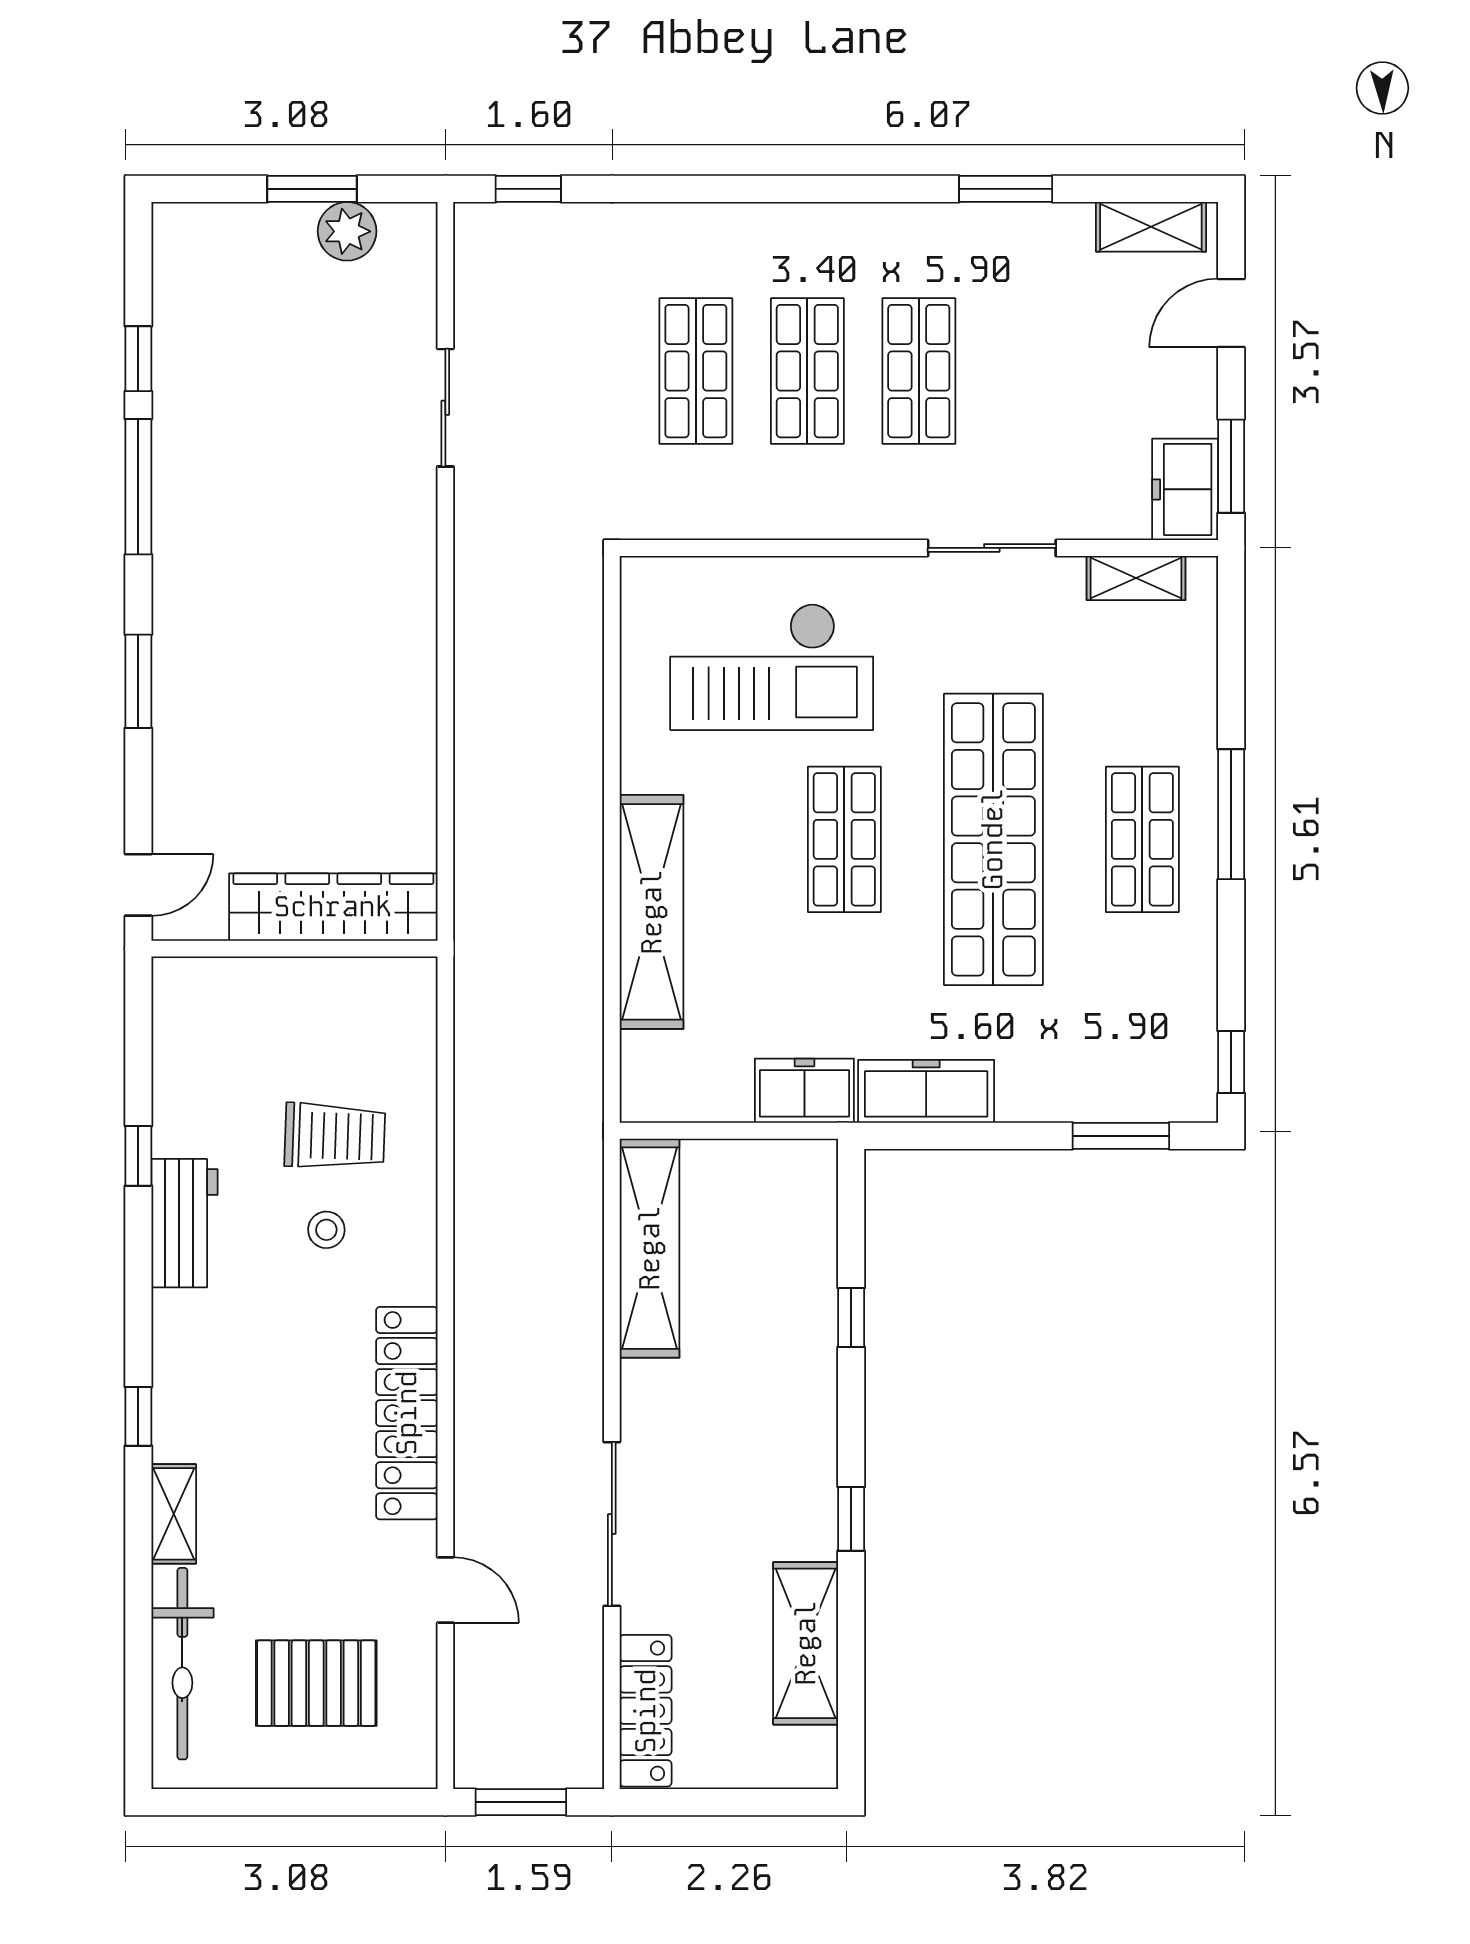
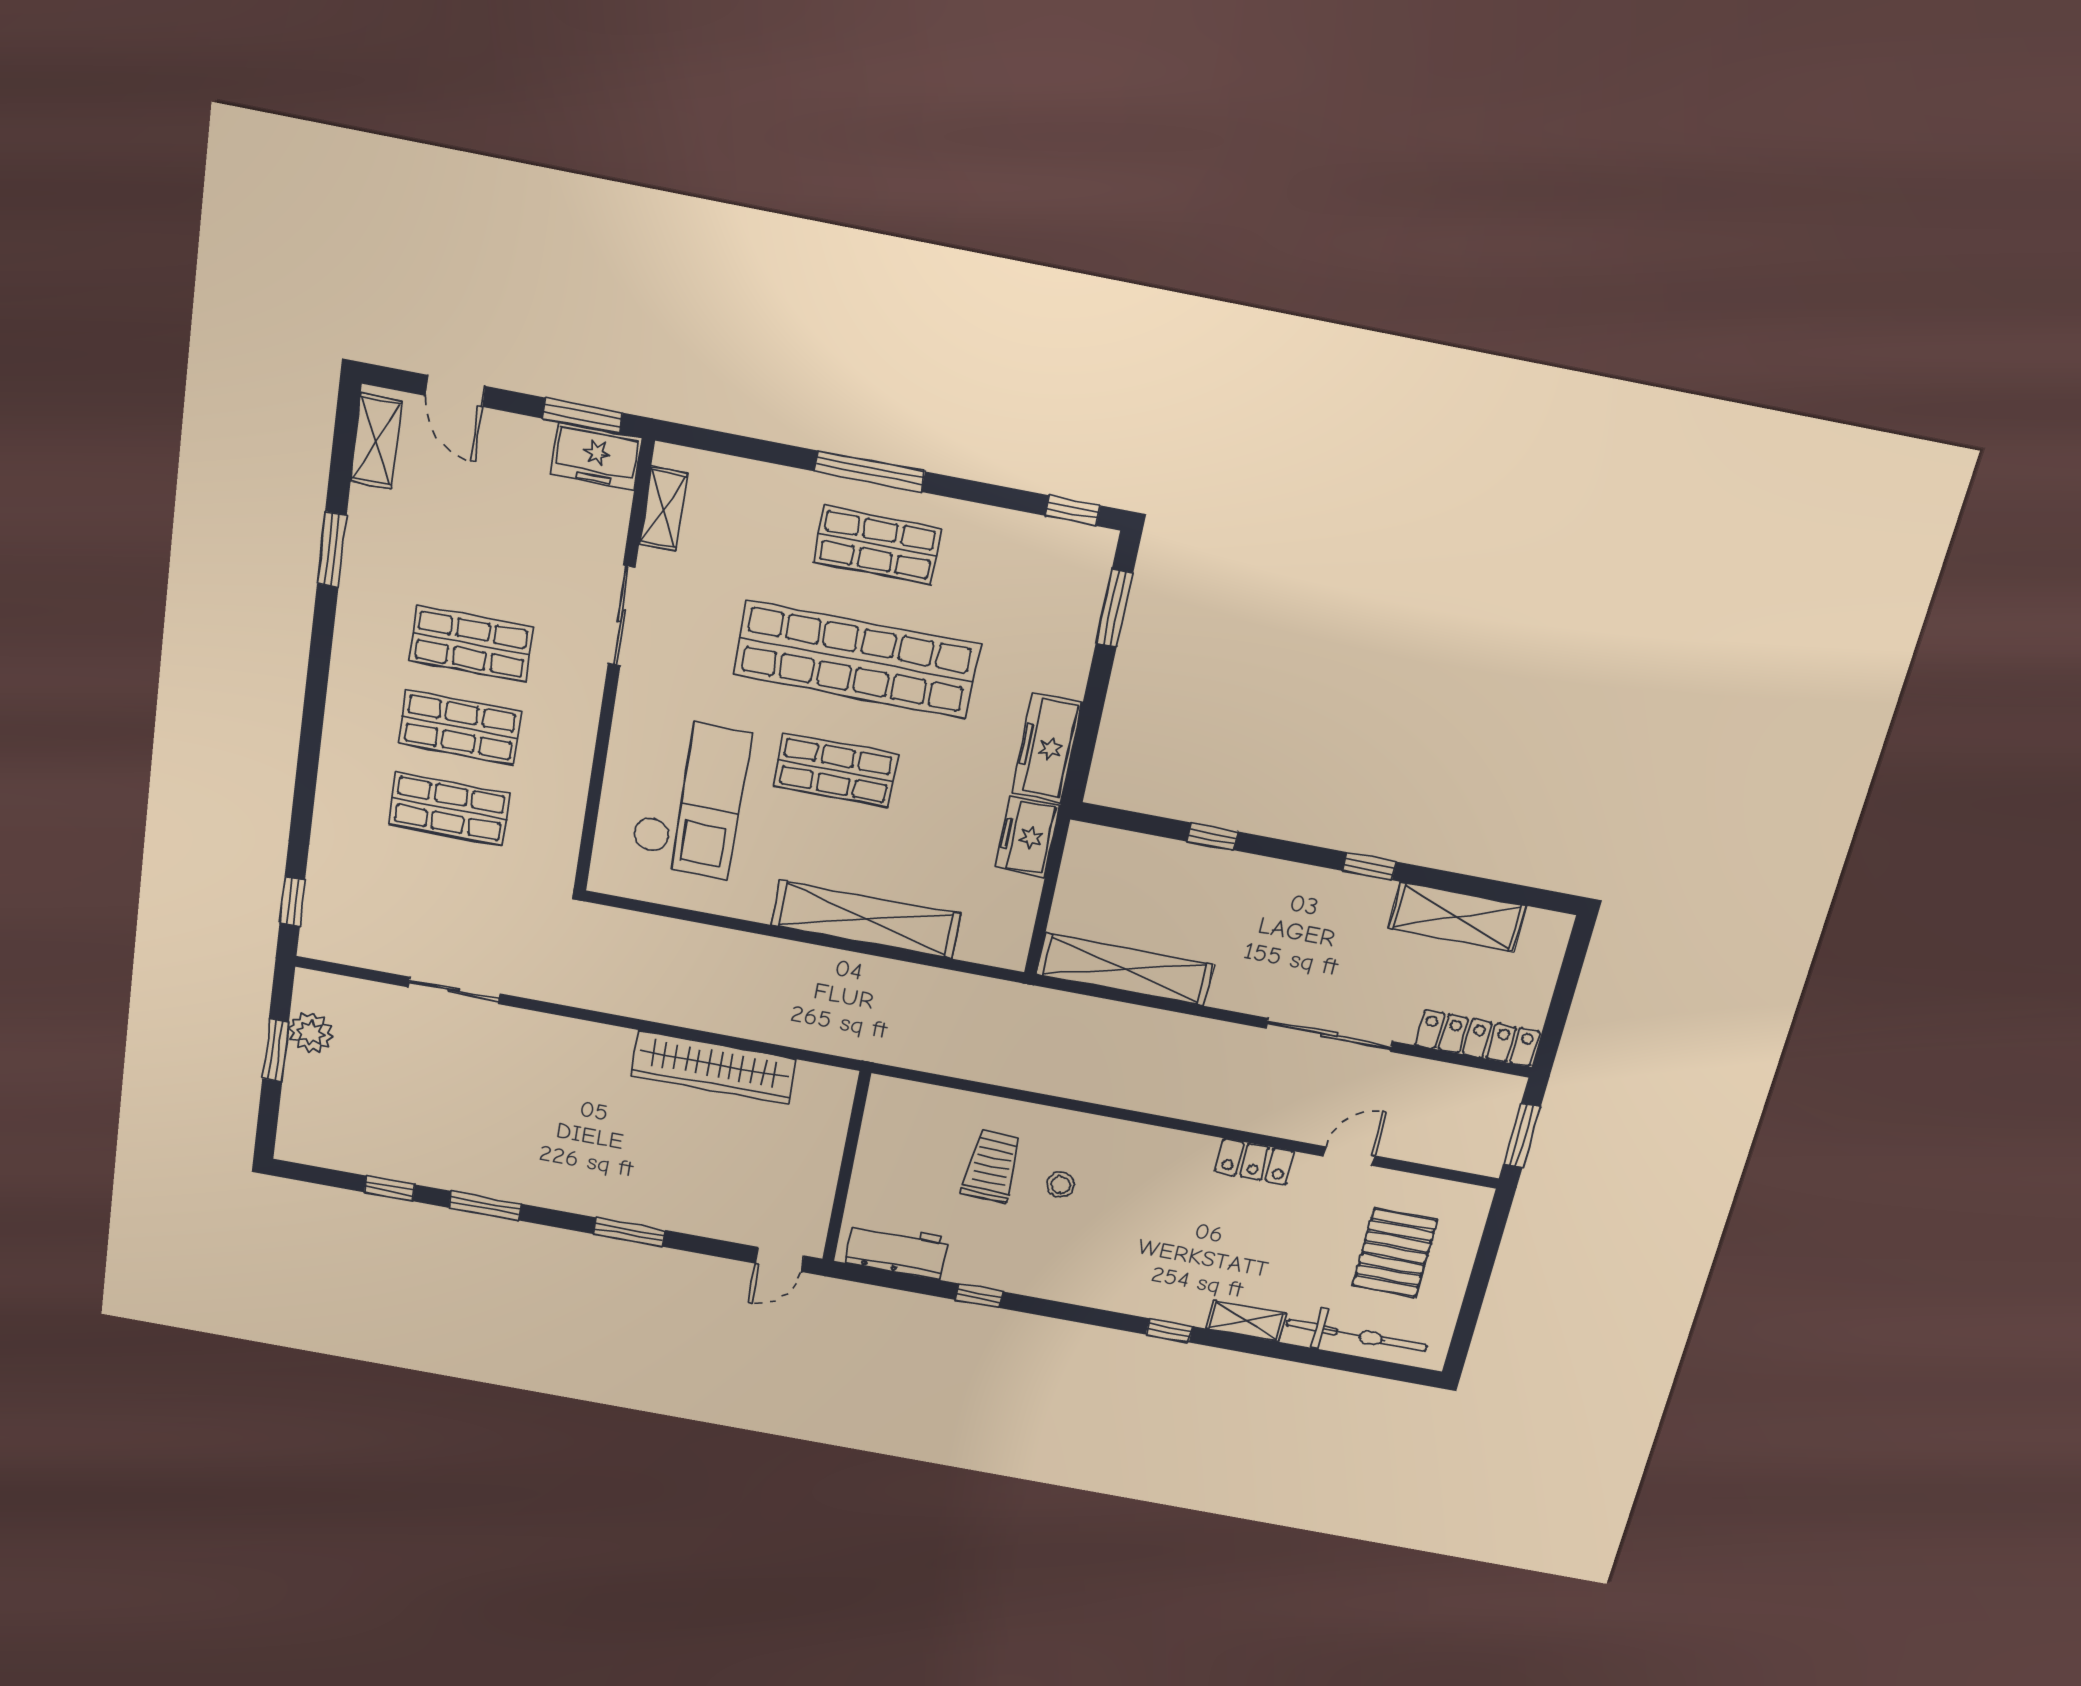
window: (138, 487) -> (485, 1206), width x0.69
door: (138, 885) -> (780, 1259), swing flipped
wardrobe: (333, 907) -> (714, 1068), moved, turned -90
workbench: (185, 1223) -> (897, 1250), moved
locker: (407, 1413) -> (1255, 1162), width x0.46, depth x0.83

